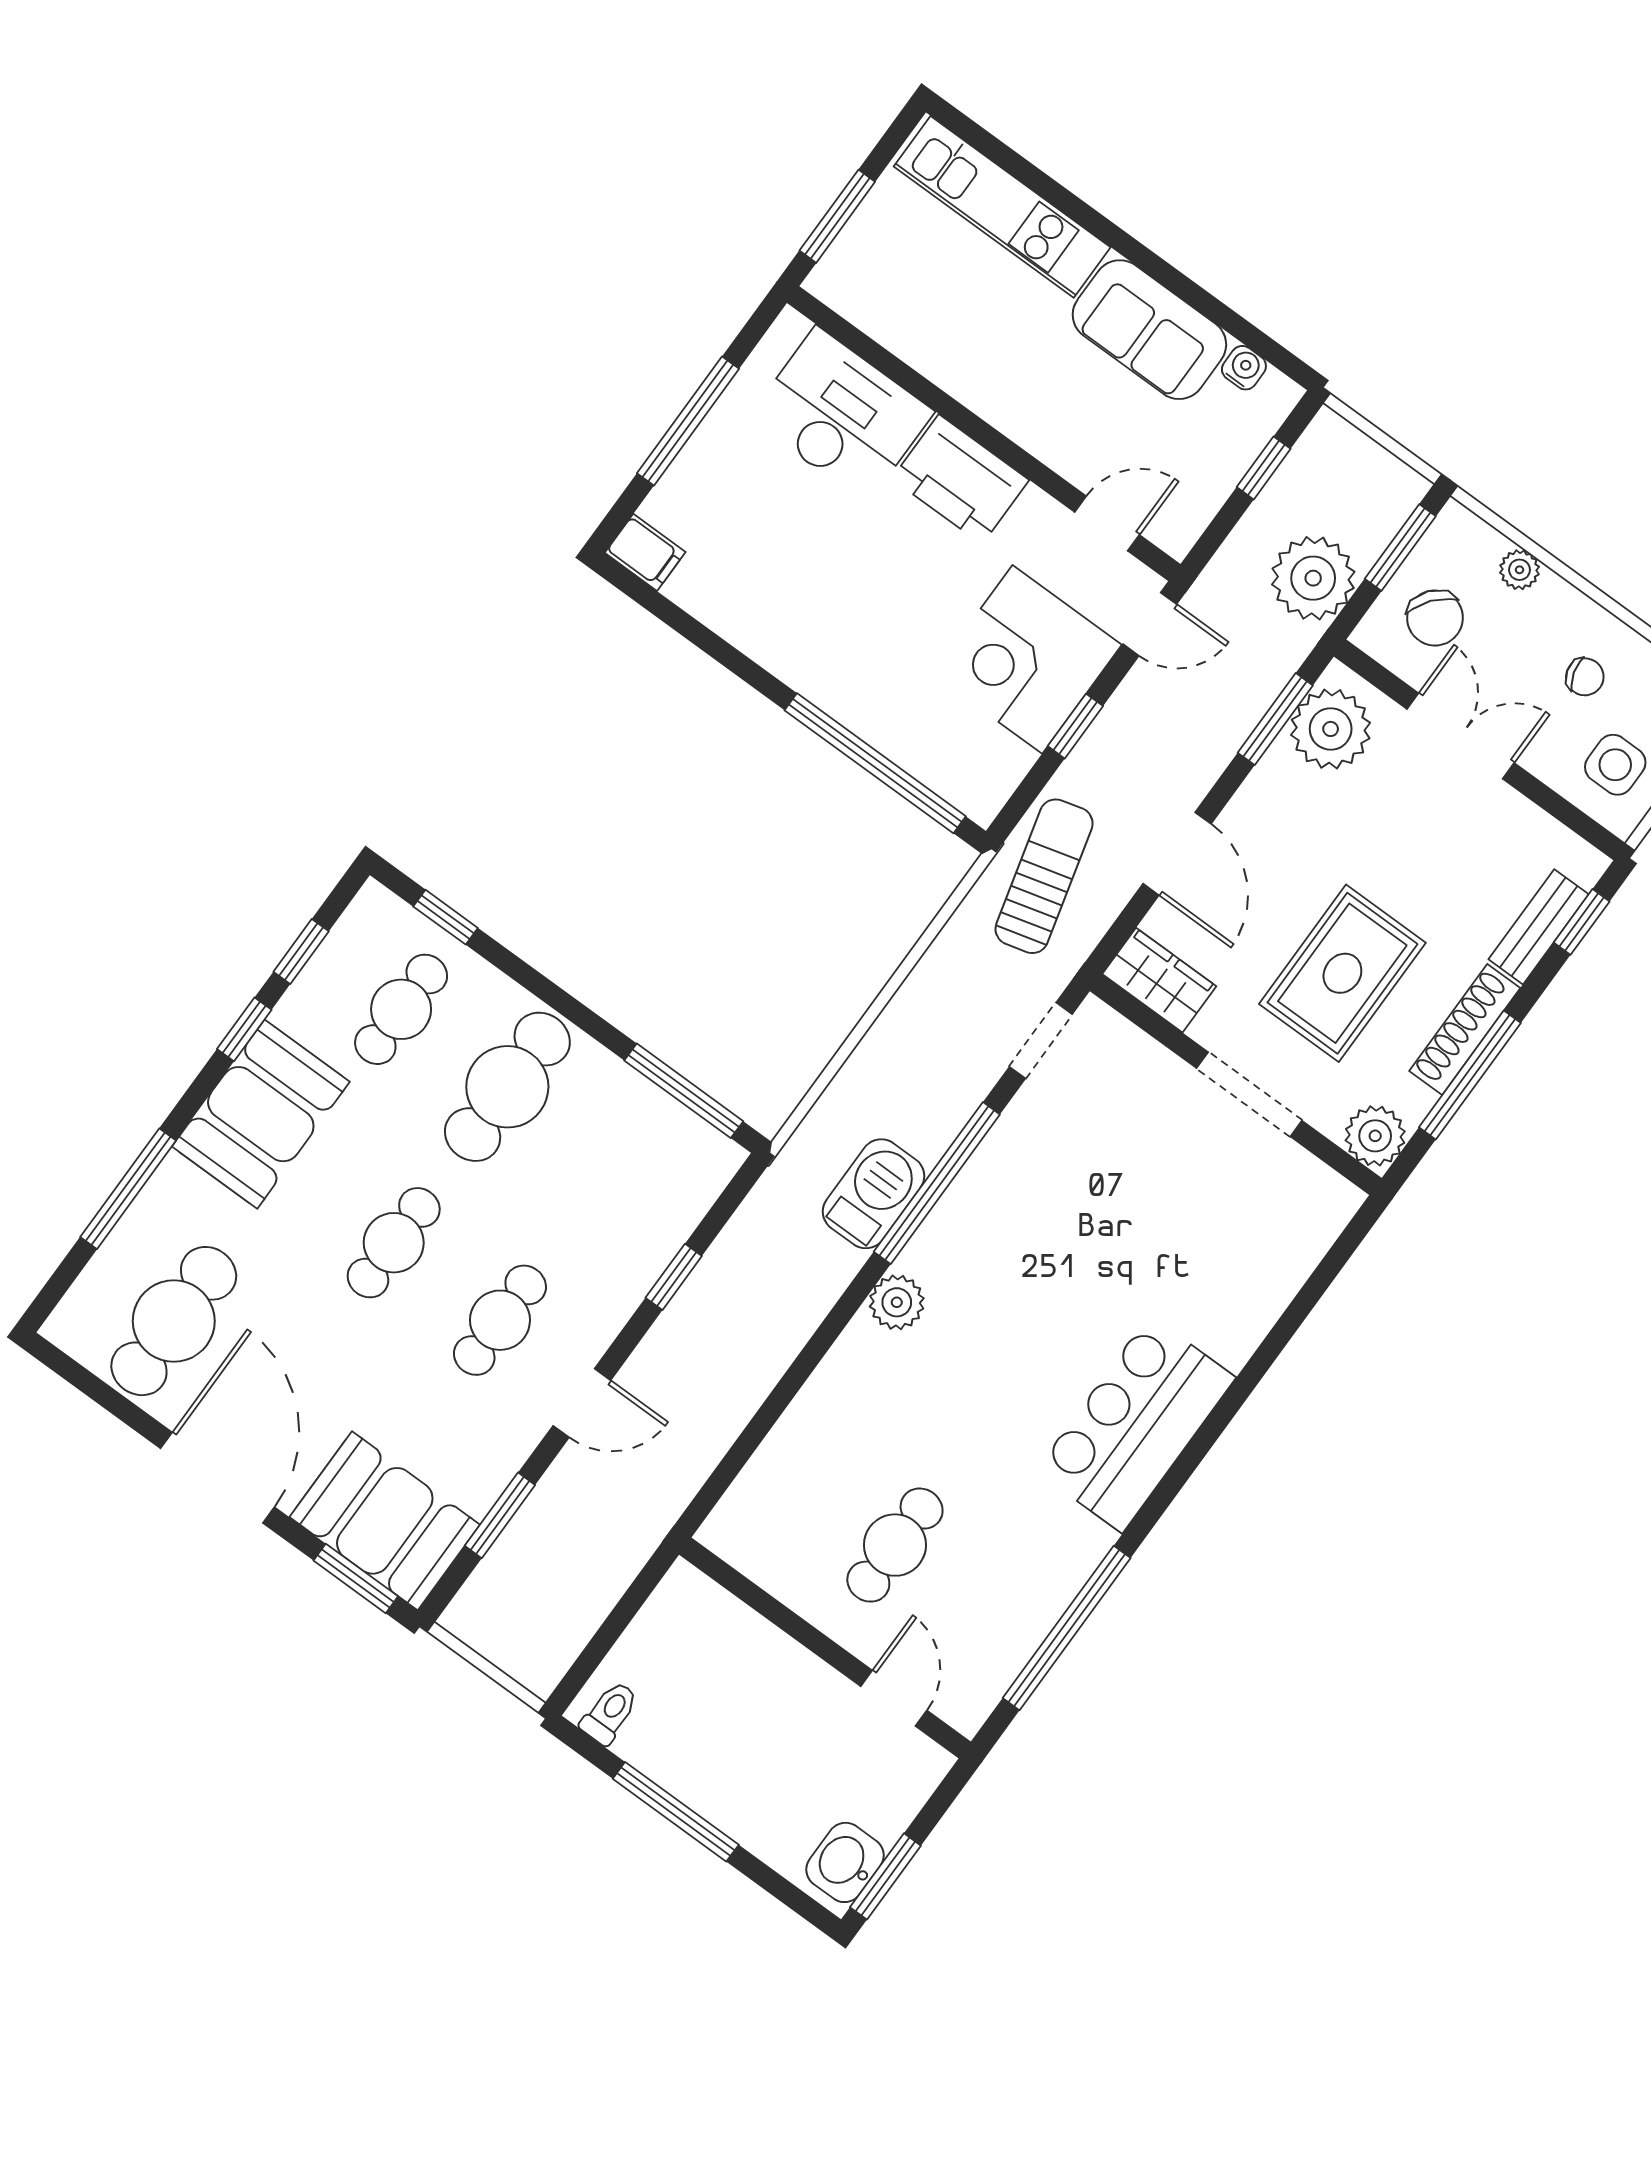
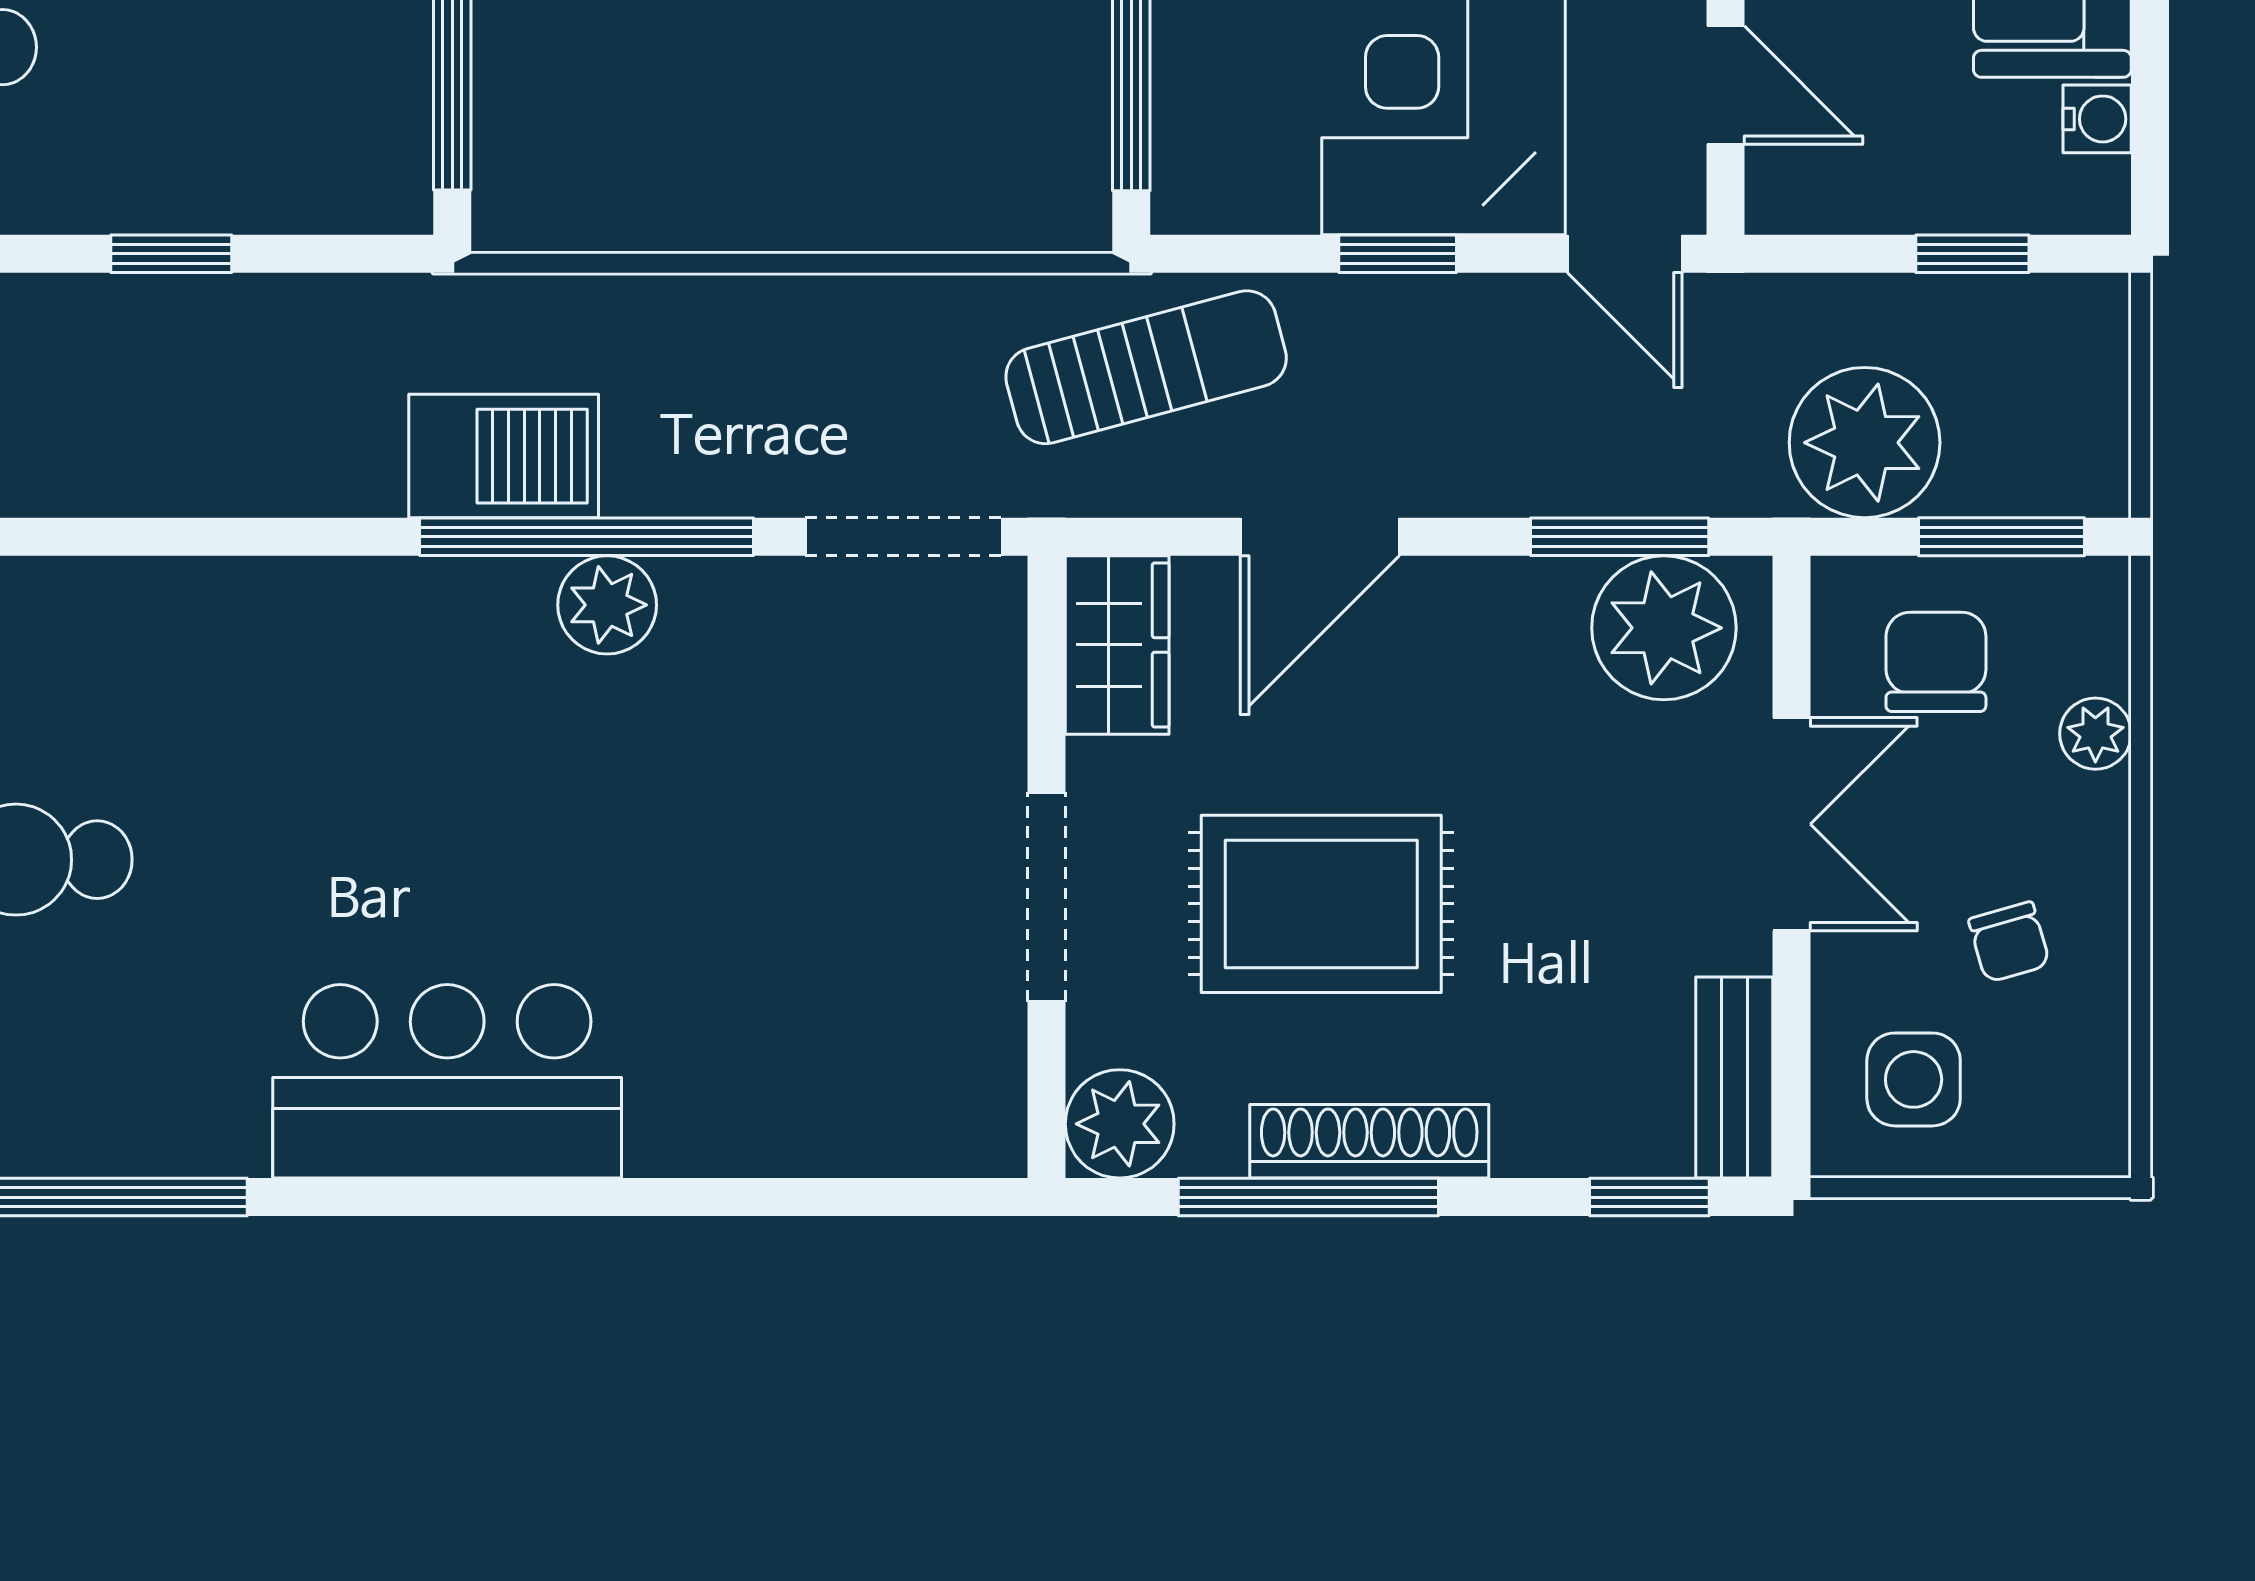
chair: (1435, 618) -> (1936, 662), turned 141
bench: (1539, 927) -> (1734, 1078), moved, turned 90
doorway: (1041, 1041) -> (904, 537), width x1.38
plant: (897, 1302) -> (607, 605), moved

